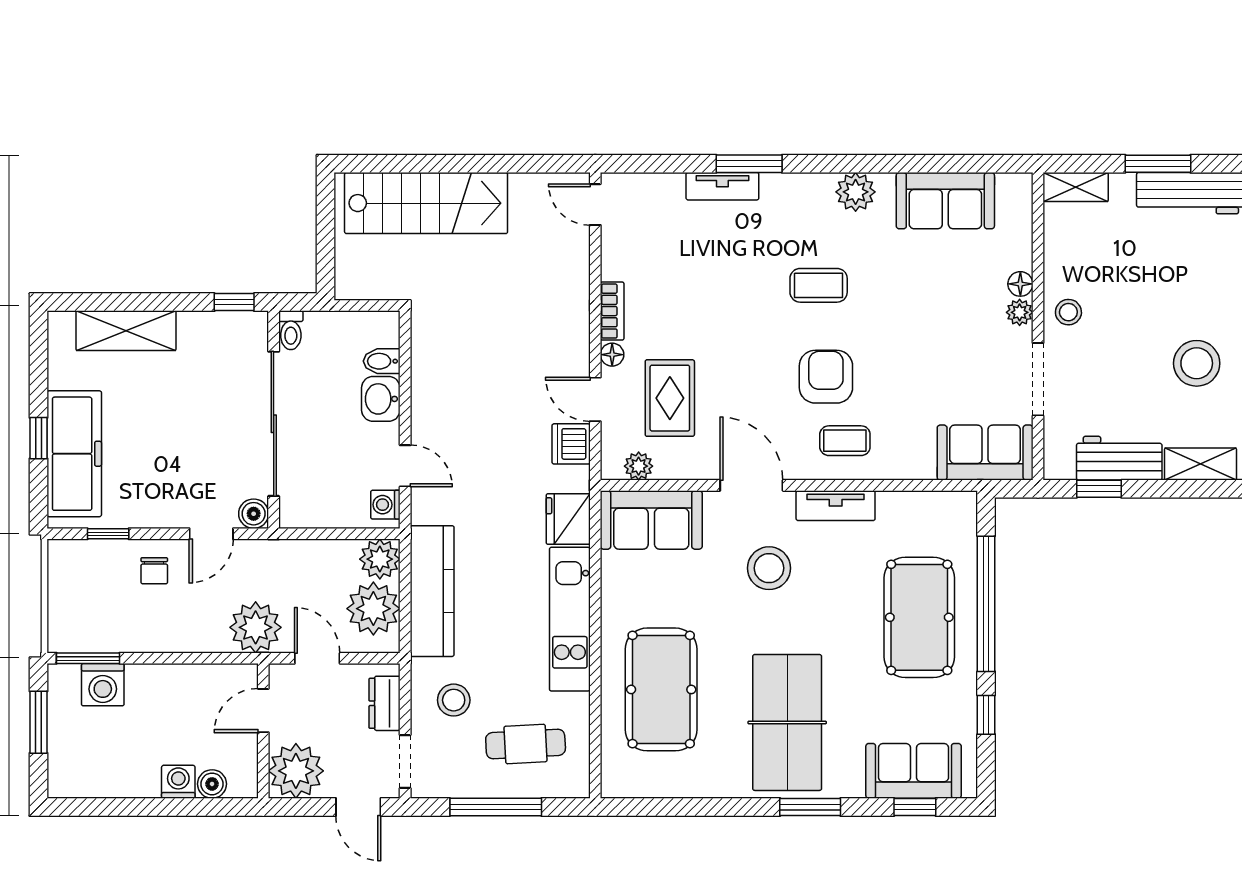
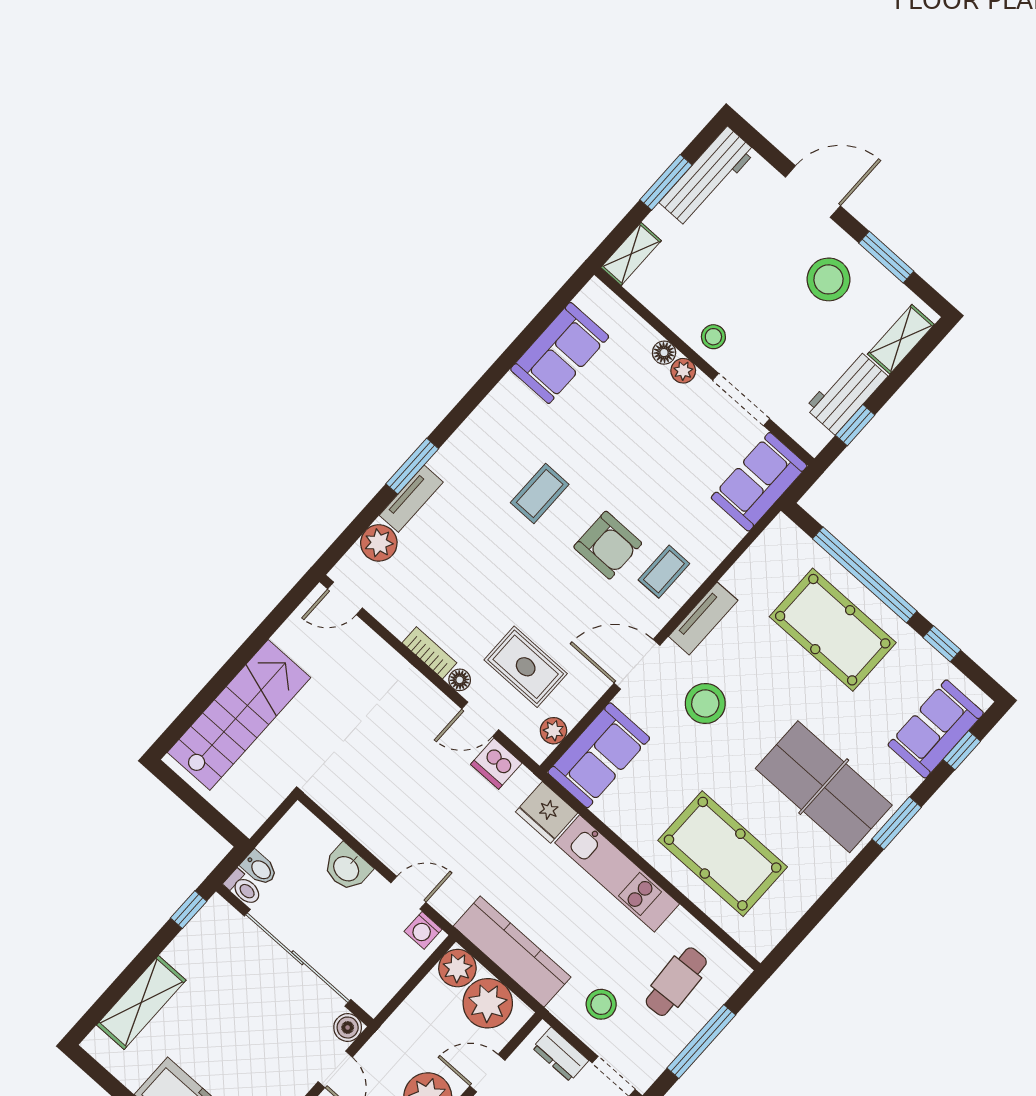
plant: (856, 192) -> (379, 543), moved
bidet: (382, 361) -> (259, 868), moved, turned -90
armchair: (826, 377) -> (608, 545), turned 180

